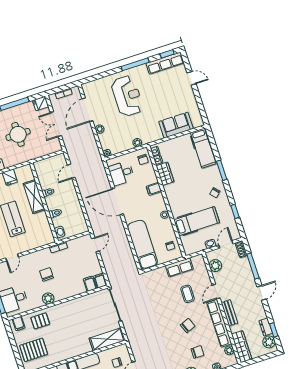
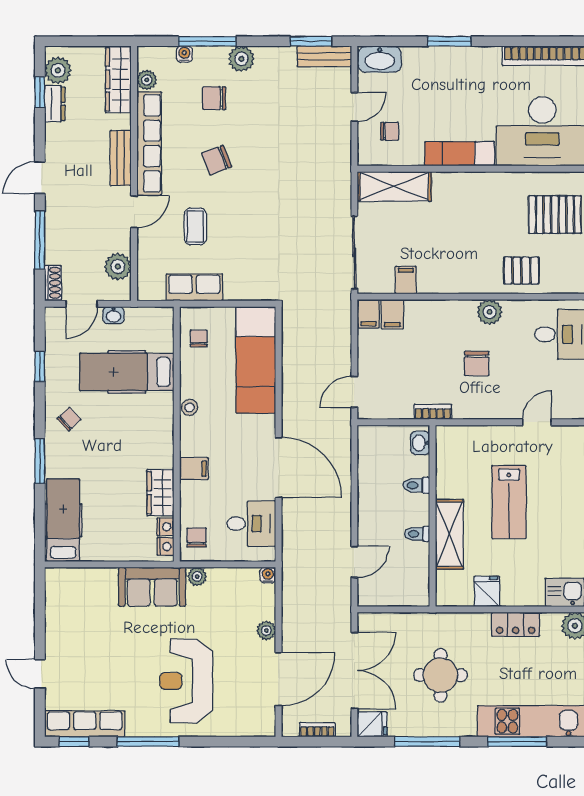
double door: (56, 124) -> (354, 671), width x1.37
sofa: (176, 125) -> (152, 587), moved
filing cabinet: (19, 323) -> (406, 280), moved

